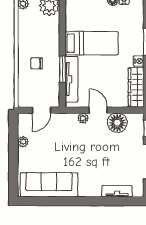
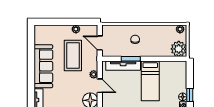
door: (98, 110) -> (100, 86), hinge flipped
coffee table: (58, 146) -> (73, 55), added
sofa: (49, 185) -> (43, 66), moved

